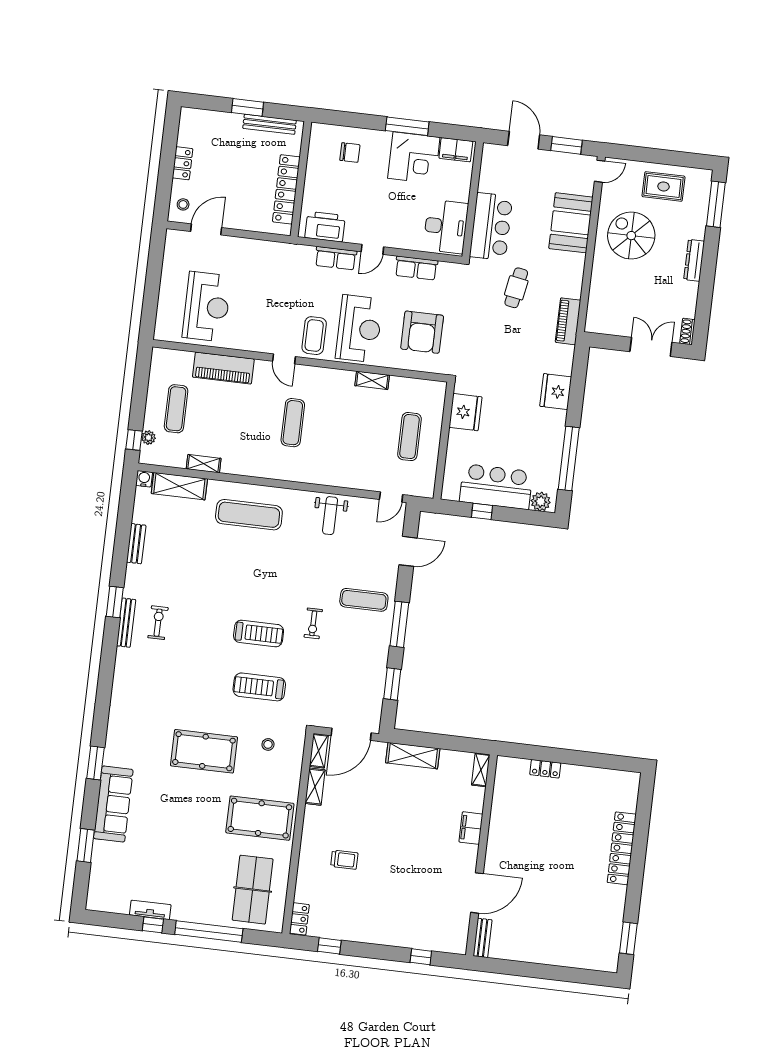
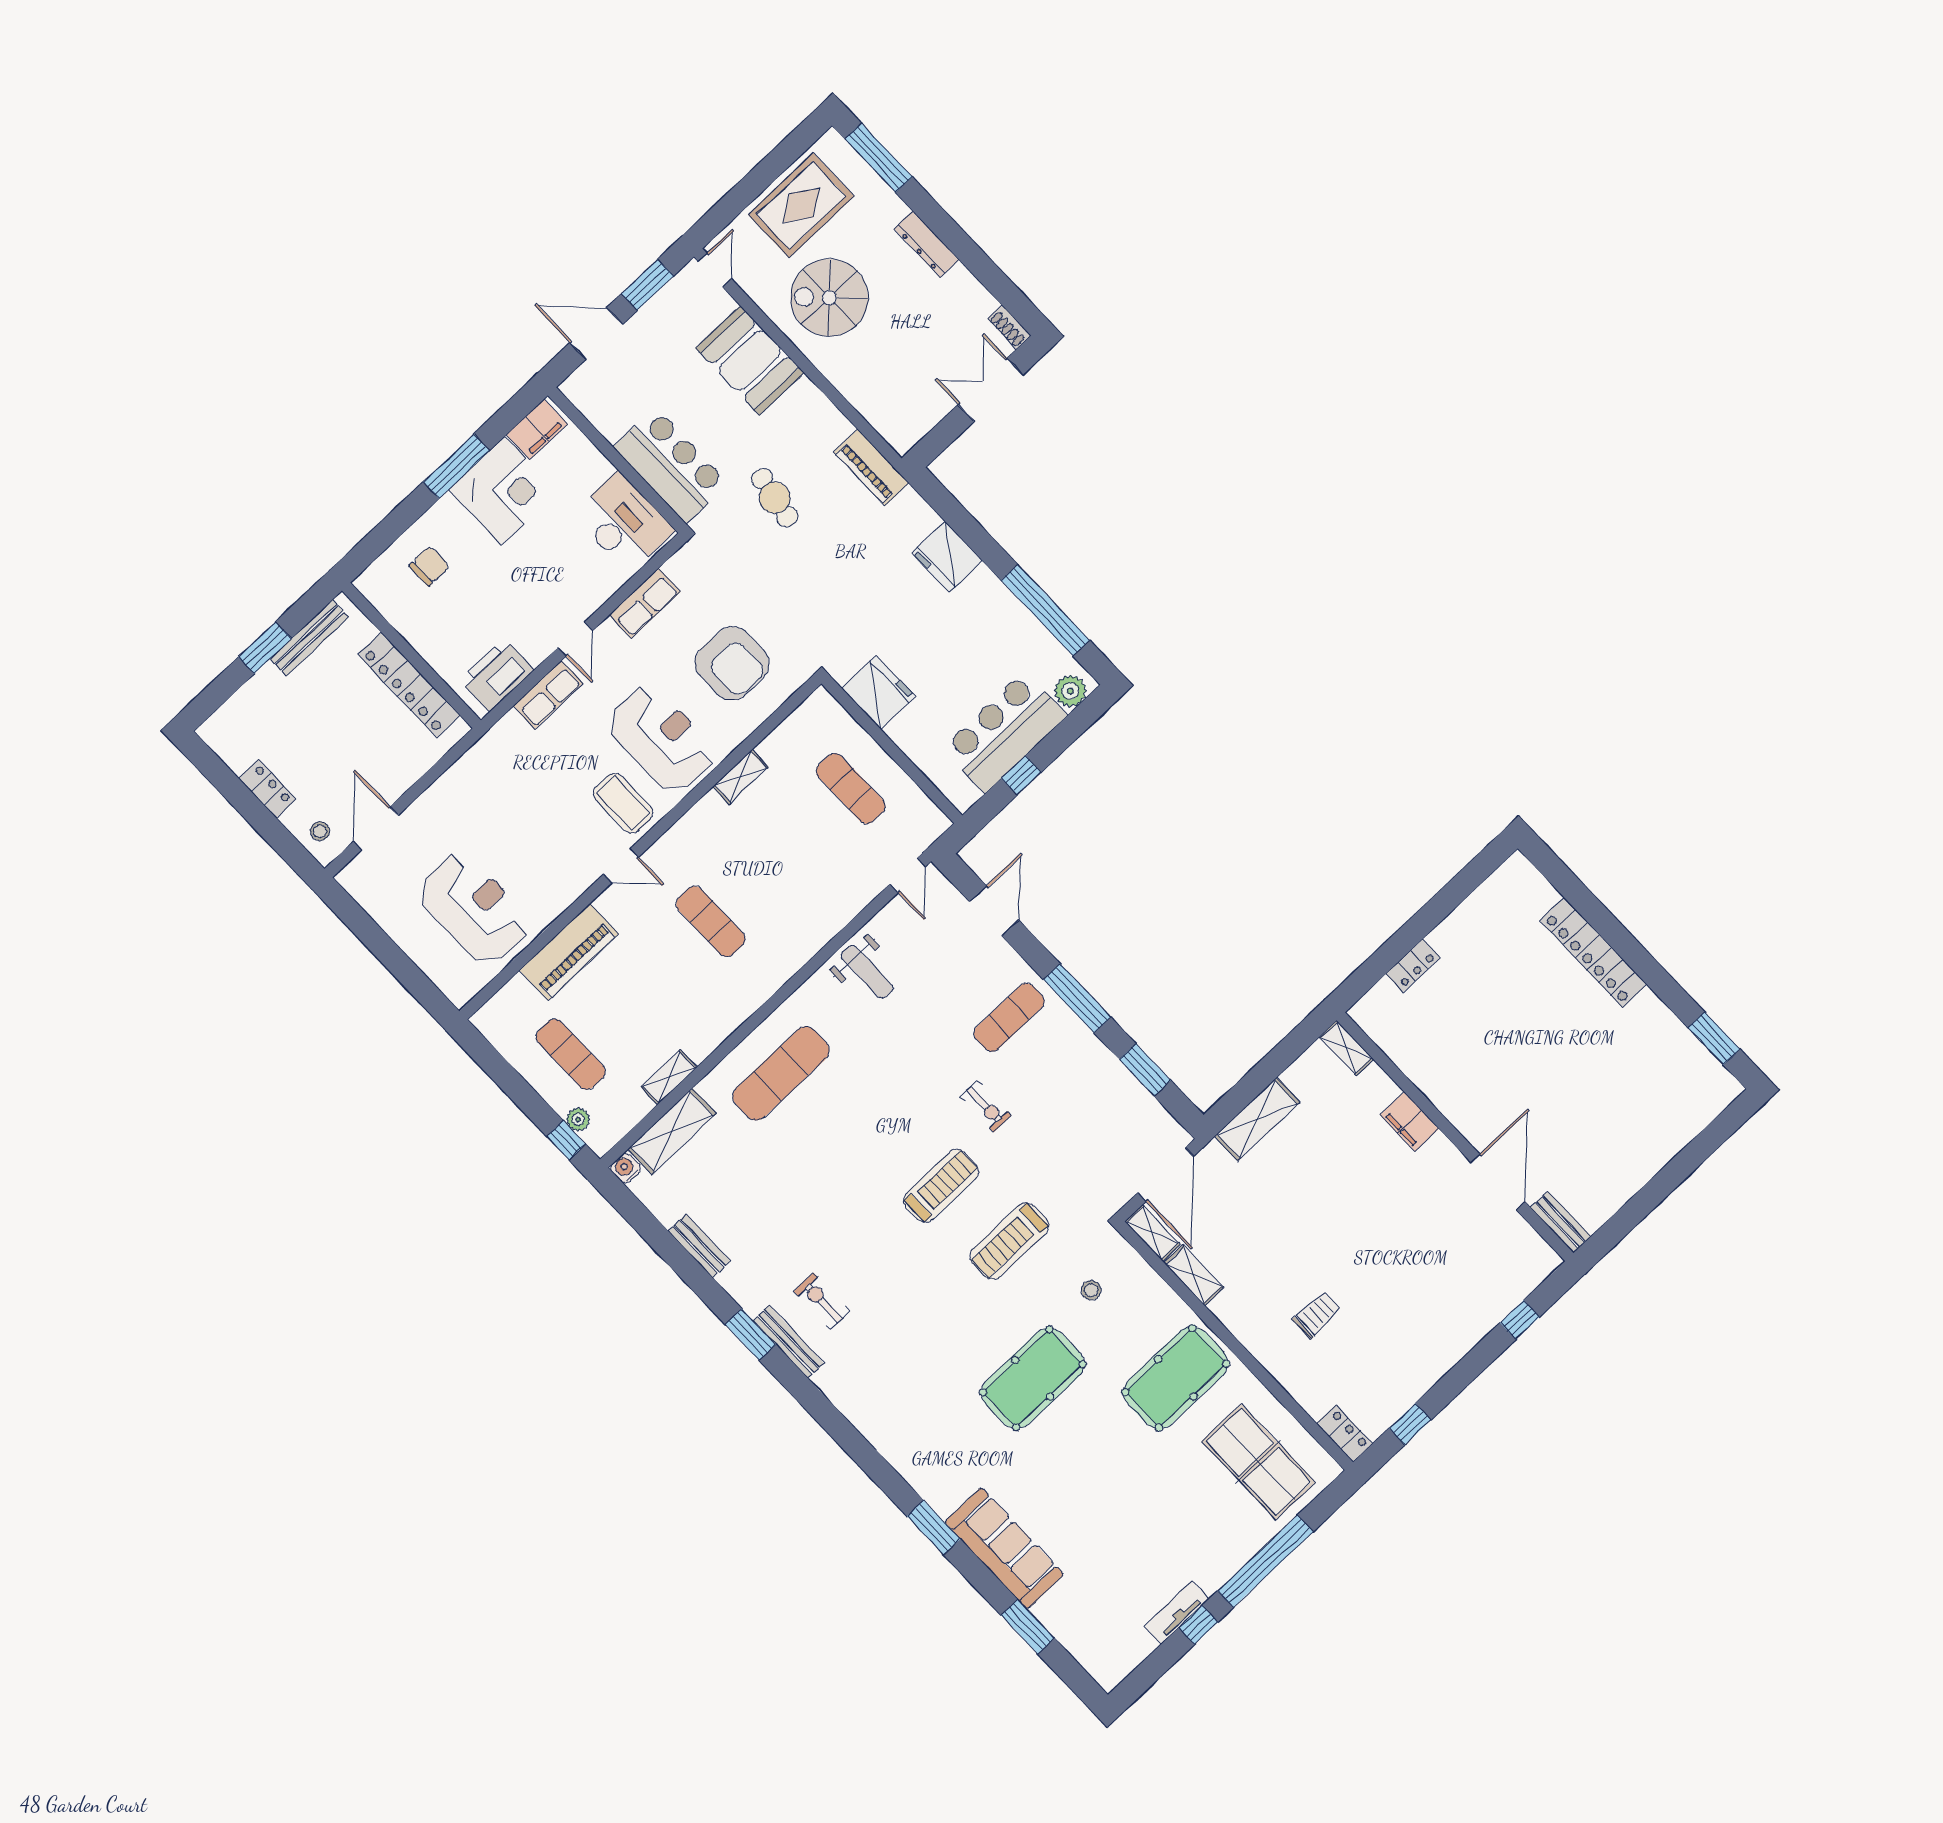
rug: (664, 186) -> (801, 205), width x1.36, depth x1.43

